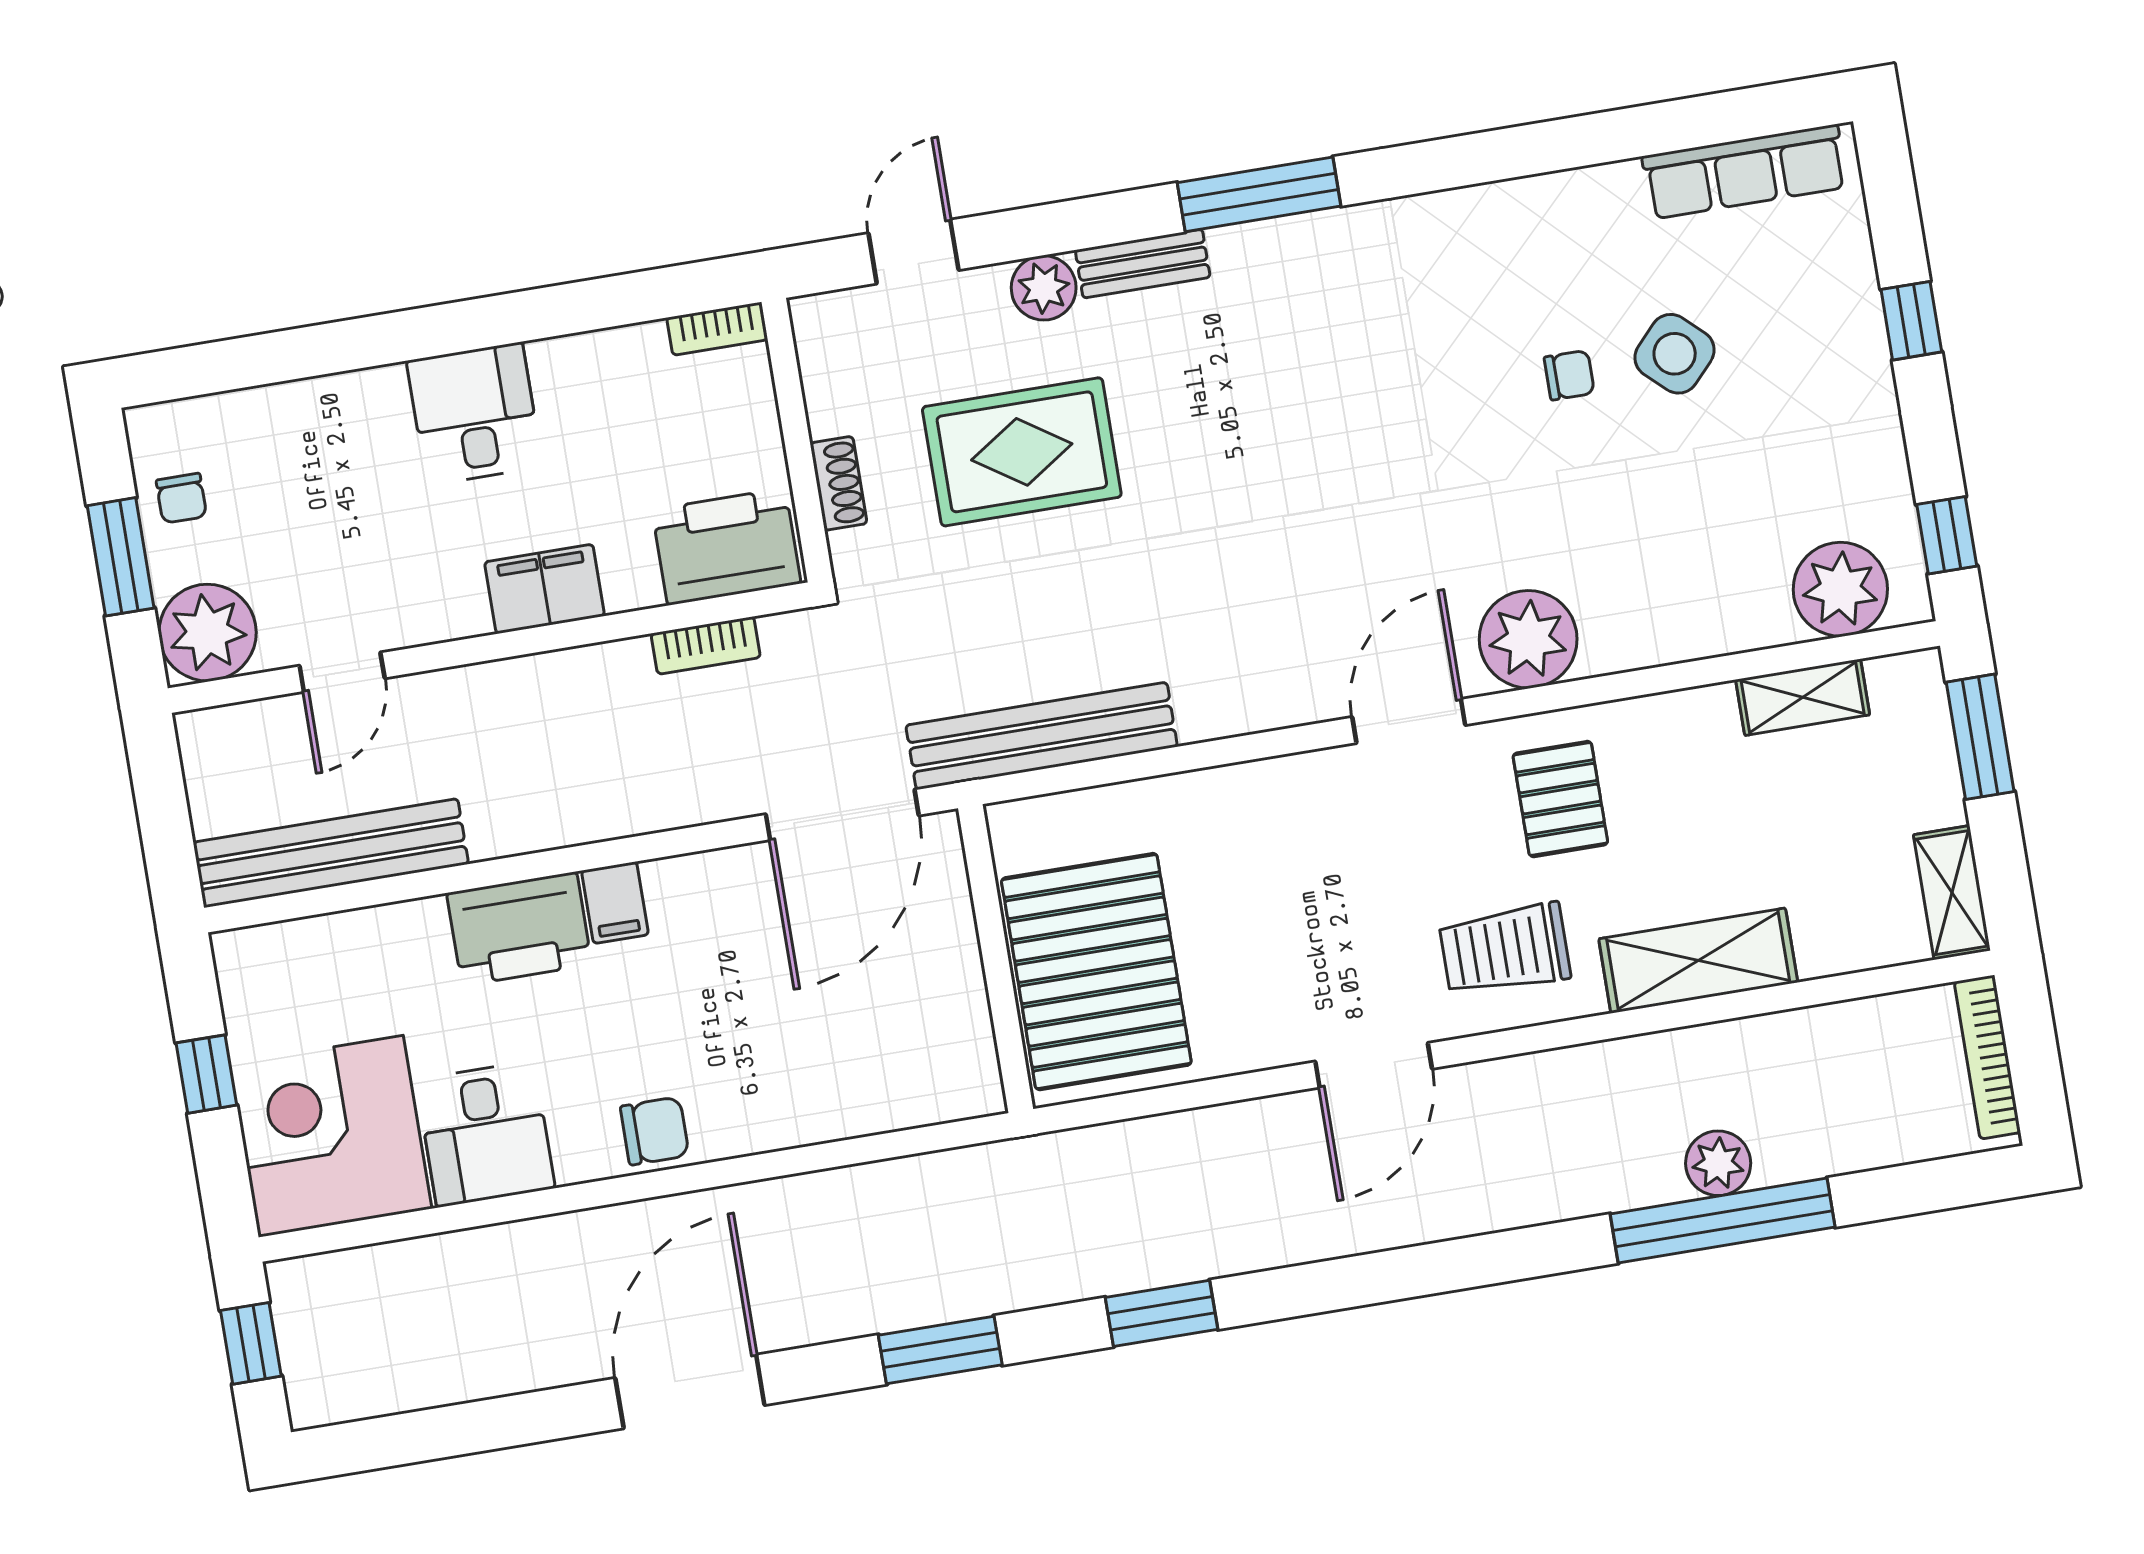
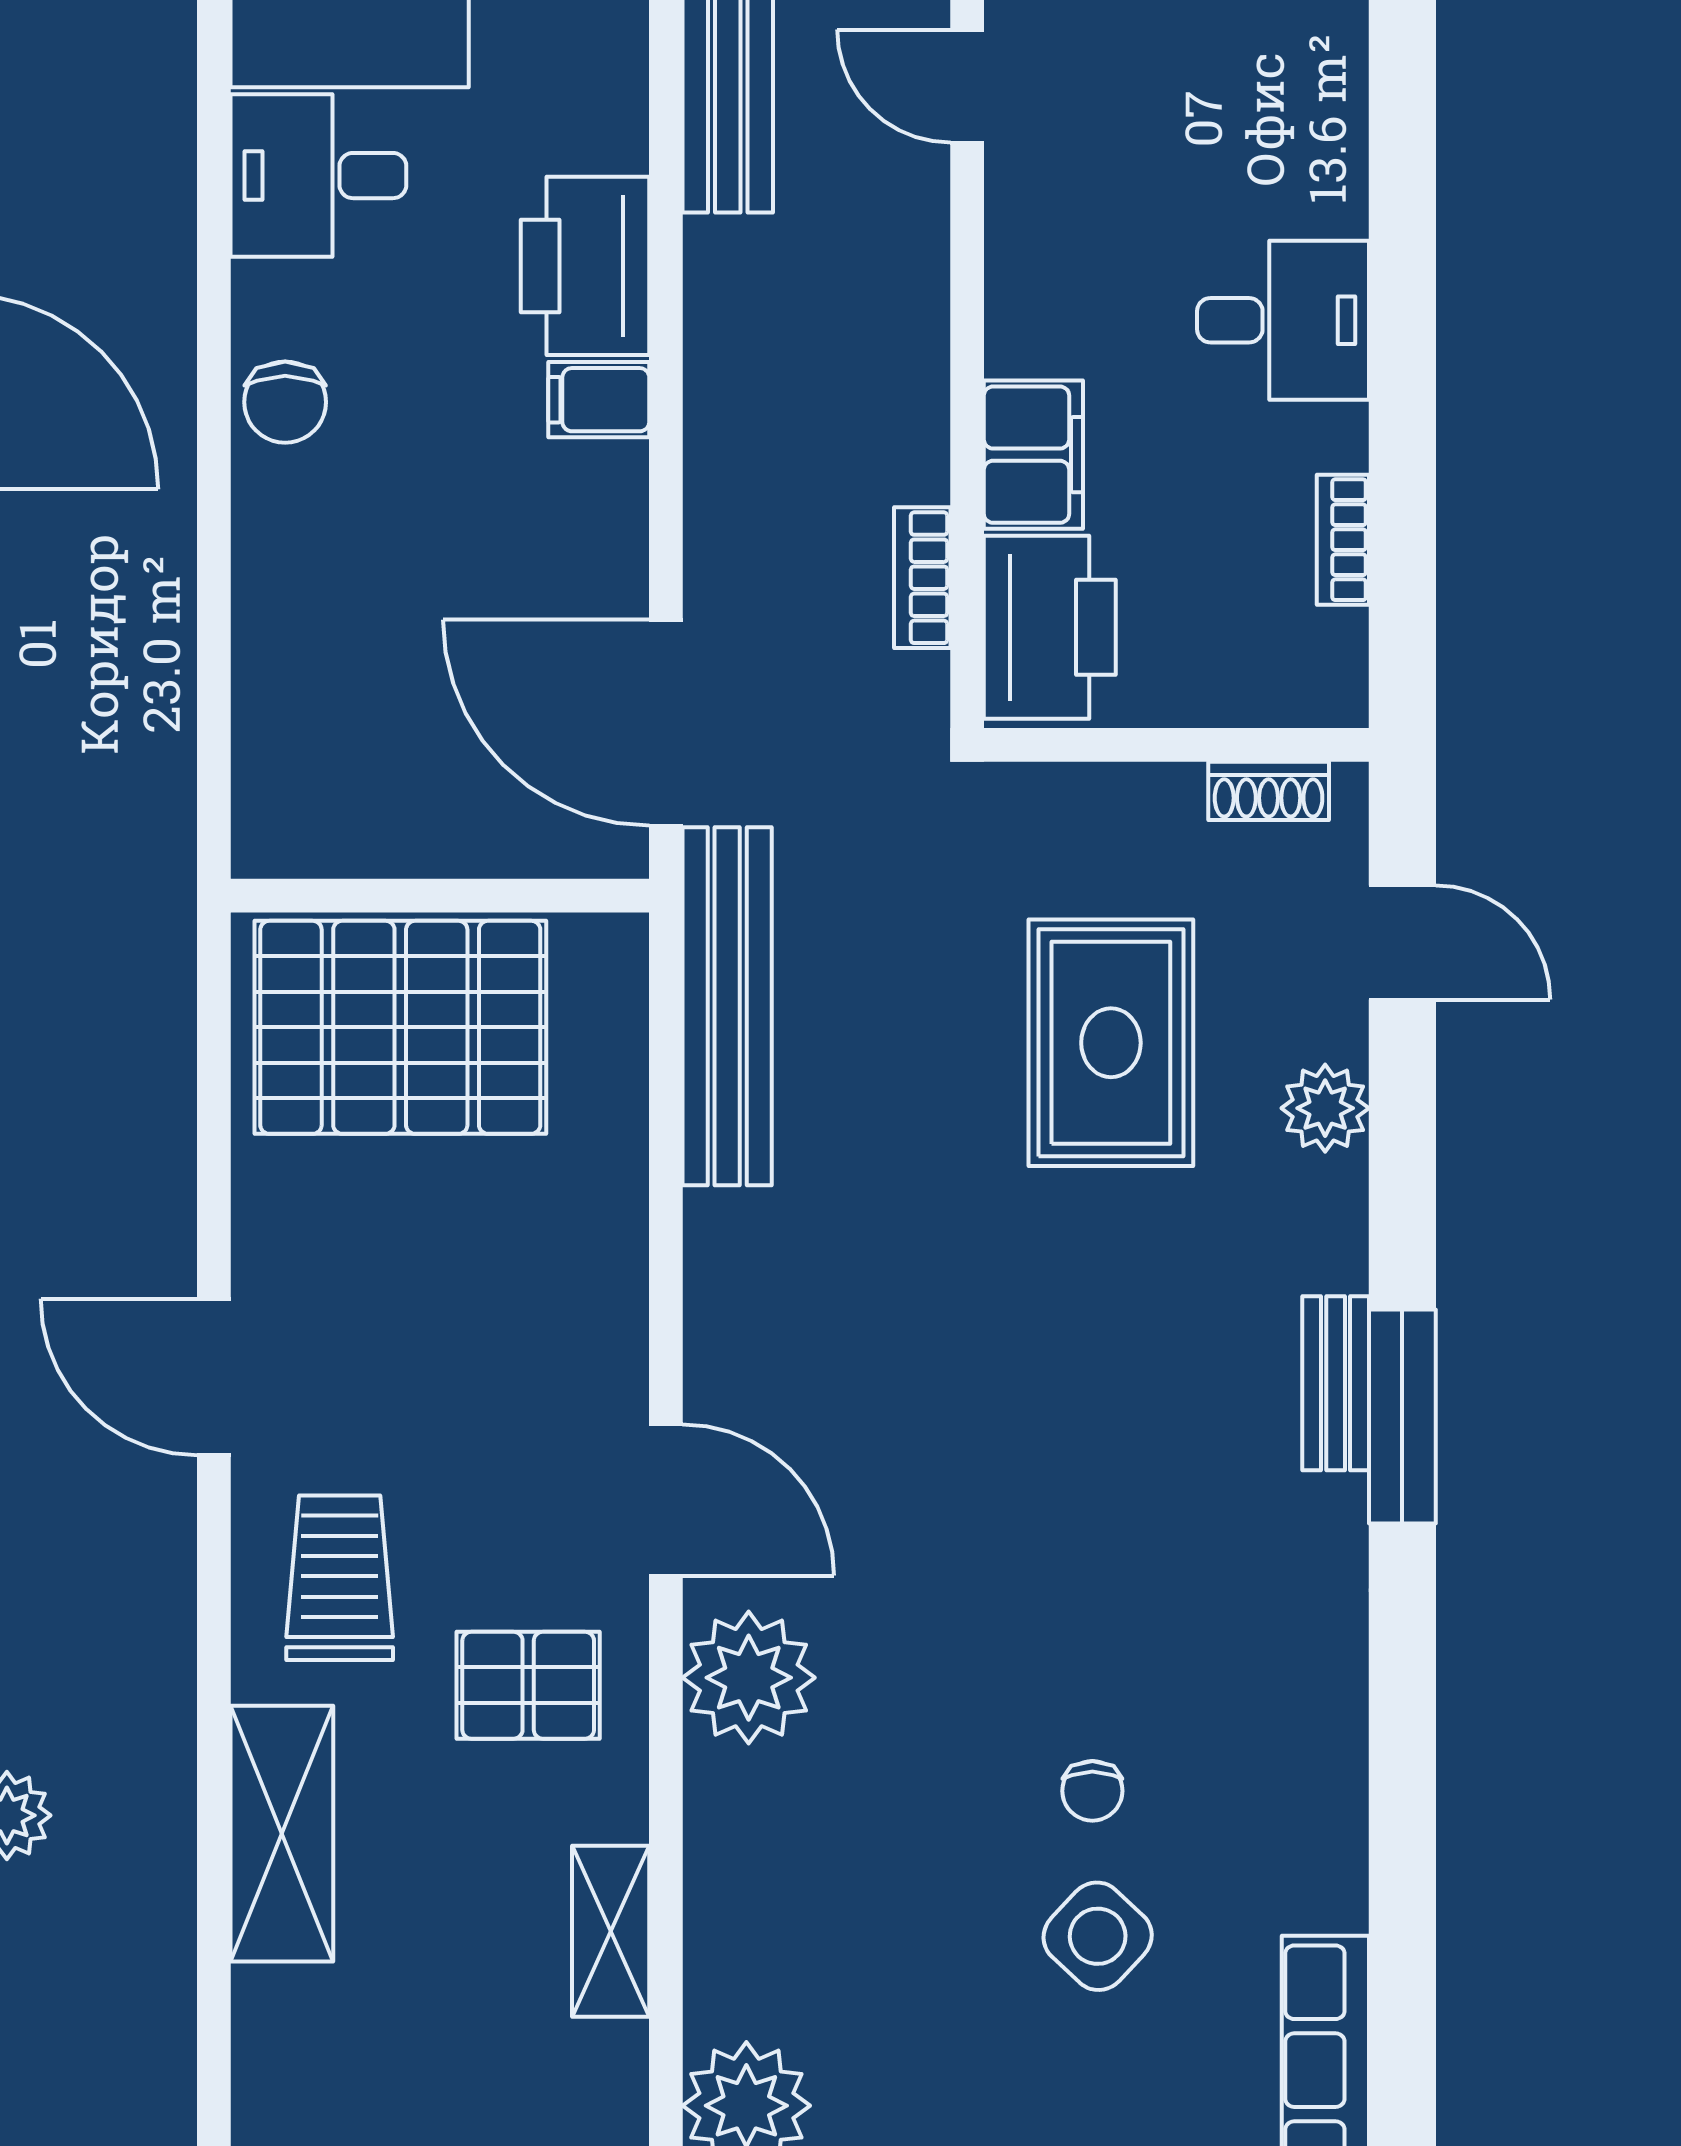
bench: (1143, 264) -> (1336, 1383), moved
bookcase: (717, 329) -> (1343, 540), moved
shoe rack: (839, 483) -> (1269, 791), moved
filing cabinet: (545, 589) -> (1033, 455), moved
shelving: (1803, 697) -> (611, 1931), moved

